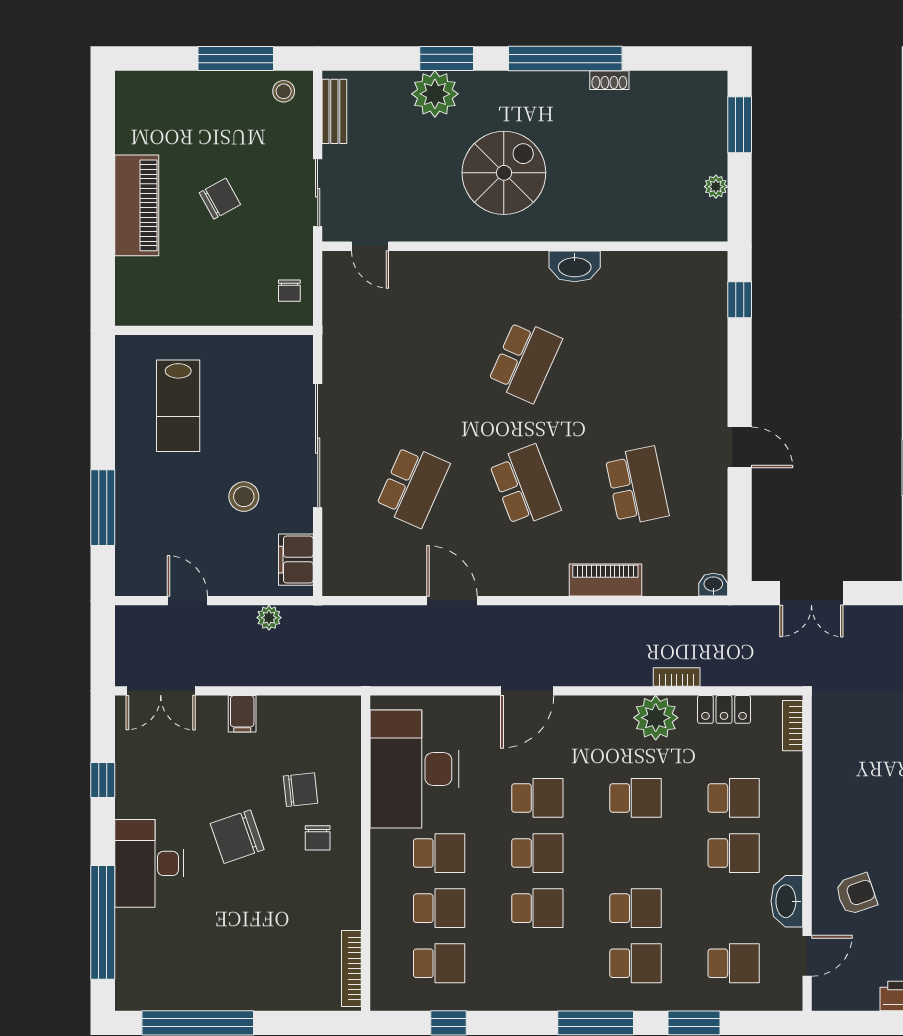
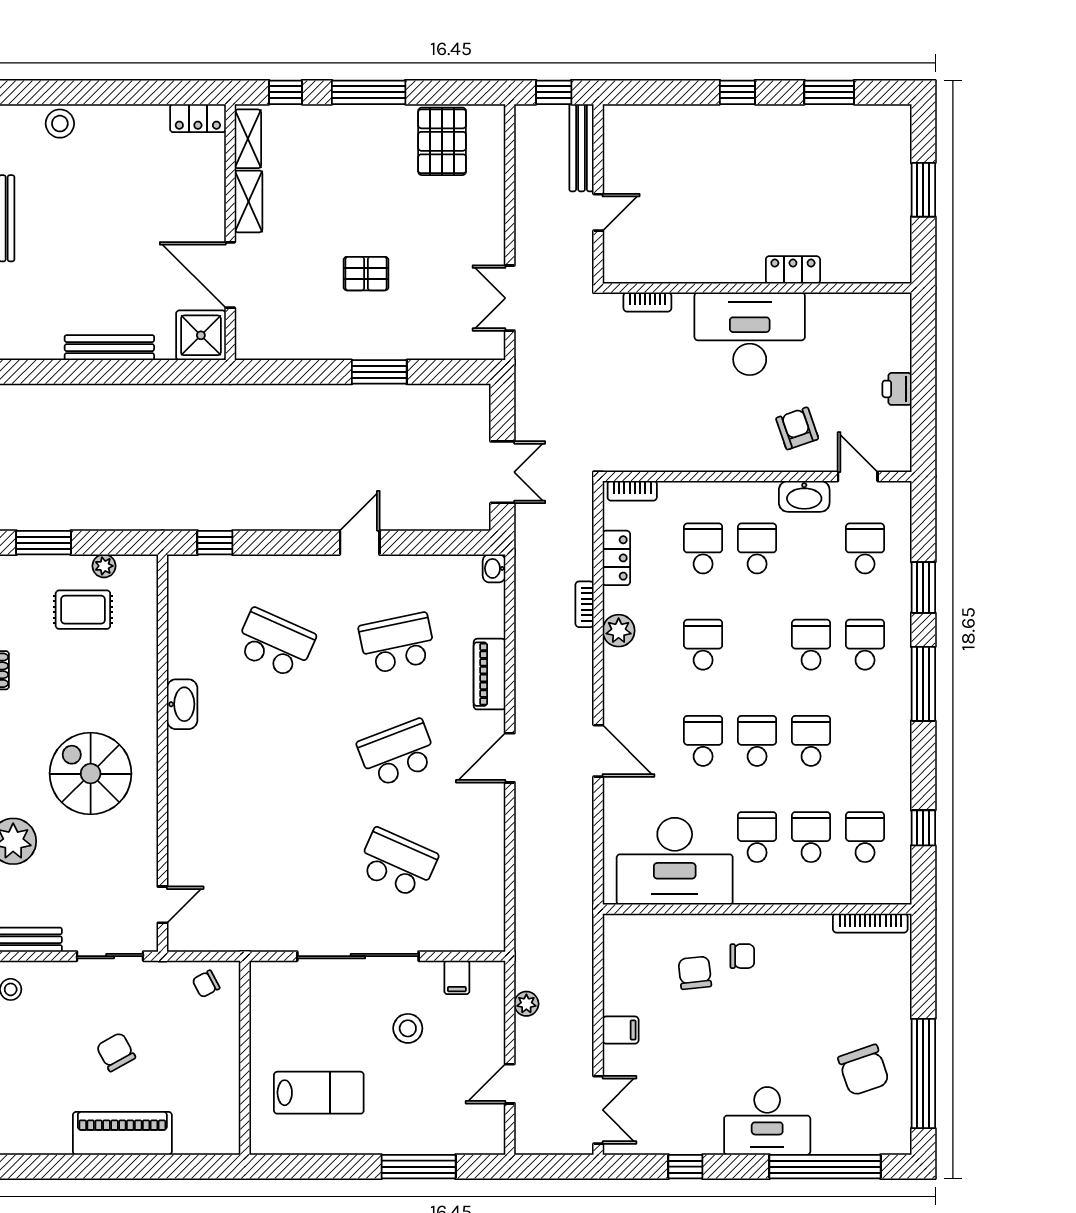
rug: (671, 165) -> (83, 610), added
chair: (289, 291) -> (206, 984), turned 152
school desk: (525, 361) -> (275, 643), moved
filing cabinet: (296, 560) -> (457, 977), width x0.50
door: (452, 601) -> (510, 758), moved
plant: (656, 718) -> (619, 631), width x0.73, depth x0.73
chair: (237, 837) -> (864, 1070), moved

